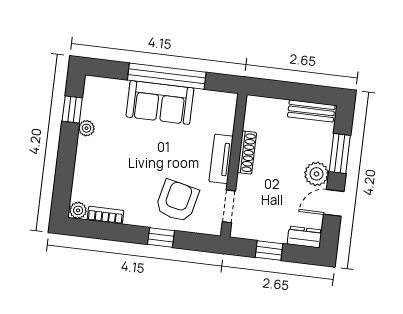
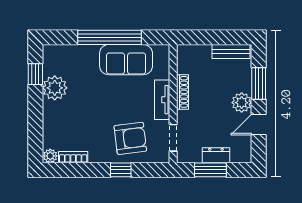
sofa: (160, 102) -> (126, 60), moved
plant: (86, 128) -> (55, 88), width x1.88, depth x1.88
armchair: (177, 201) -> (130, 138), turned 70
dresser: (305, 237) -> (216, 155), moved
window: (269, 251) -> (210, 170), width x1.50

